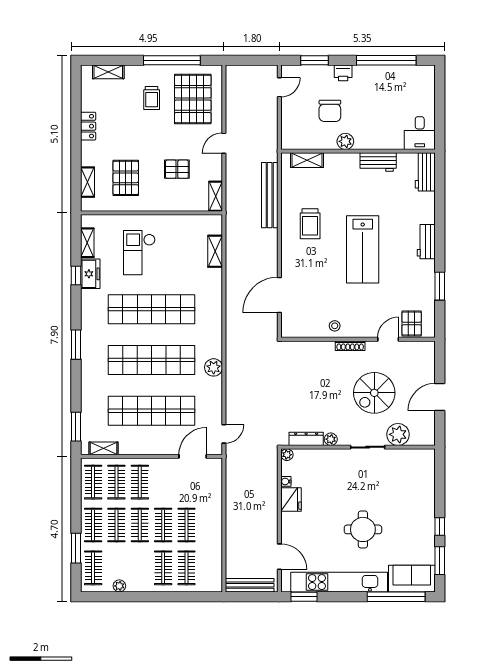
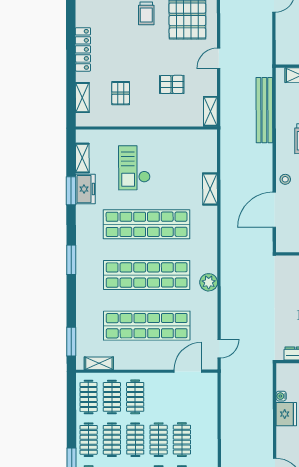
locker: (88, 126) -> (83, 49), width x1.53
pallet: (126, 178) -> (121, 93), width x0.67, depth x0.71
shelving: (215, 251) -> (210, 189), moved
stool: (290, 264) -> (285, 179), added
window: (76, 275) -> (71, 191), width x1.50
plant: (287, 455) -> (282, 369), removed

